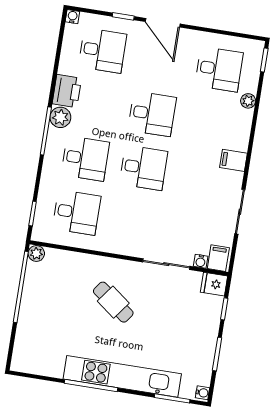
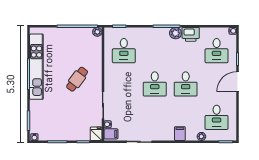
desk: (85, 158) -> (155, 51), removed
filing cabinet: (233, 160) -> (180, 134), moved
kitchen unit: (122, 376) -> (36, 67), moved

